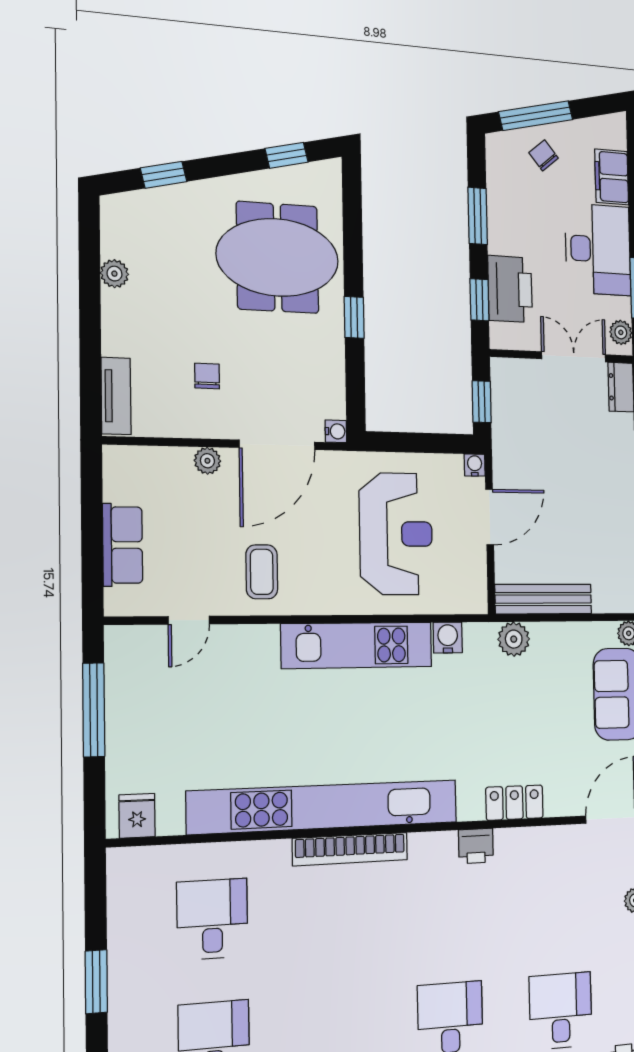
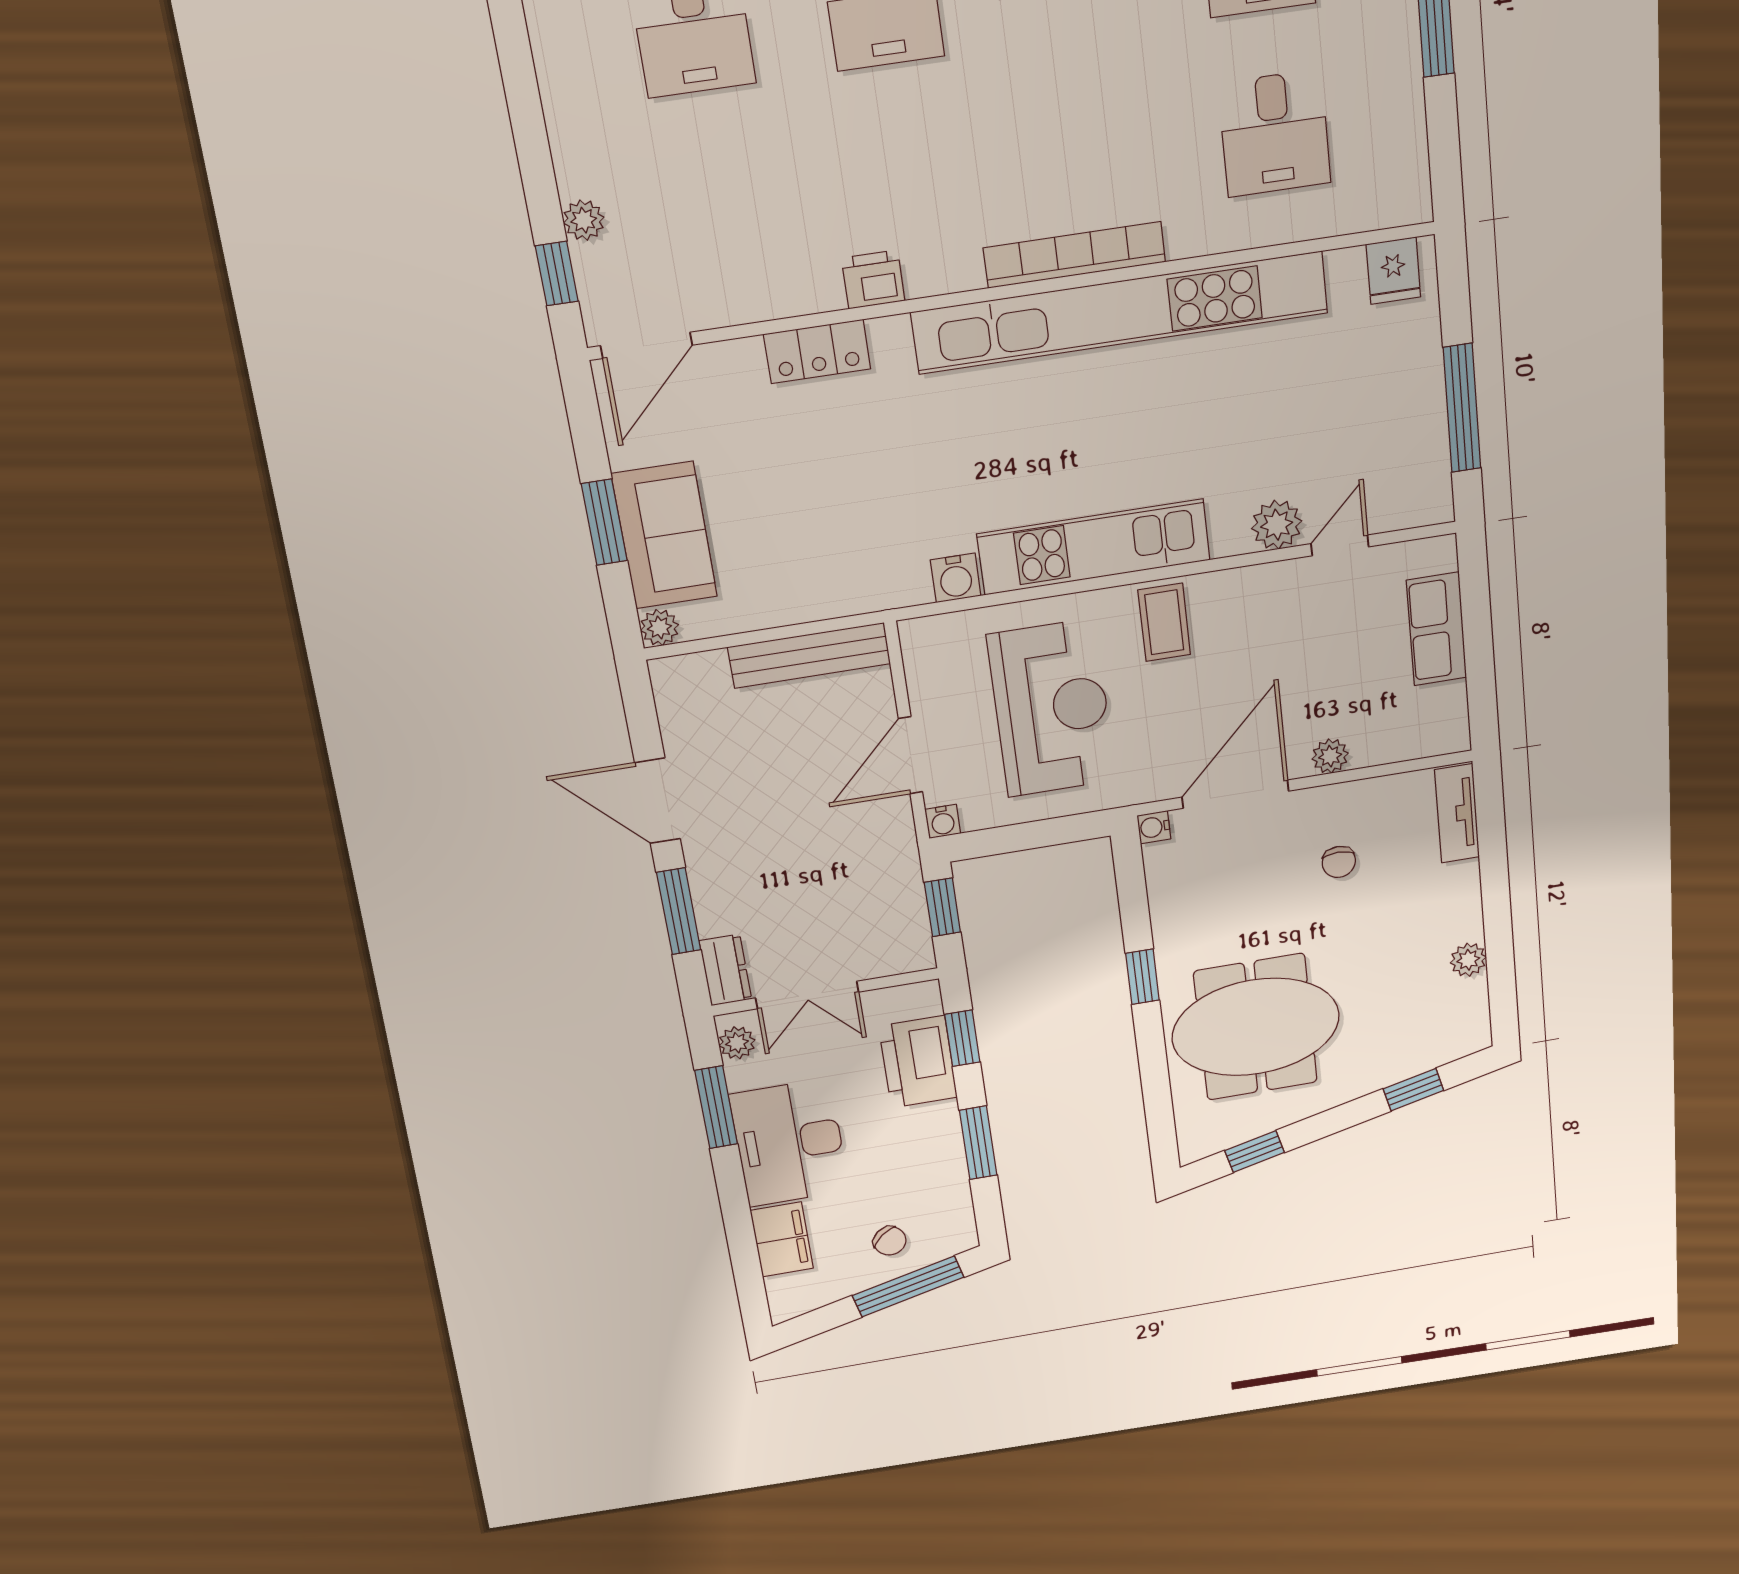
reception desk: (396, 534) -> (1052, 708), turned 180
coffee table: (262, 572) -> (1164, 622), moved
plant: (514, 639) -> (1277, 525), moved

